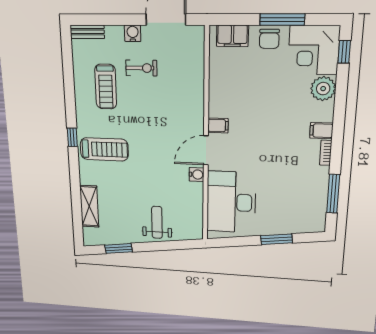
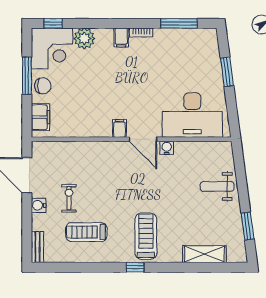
treadmill: (106, 87) -> (86, 232), turned 180

